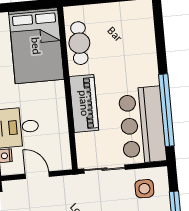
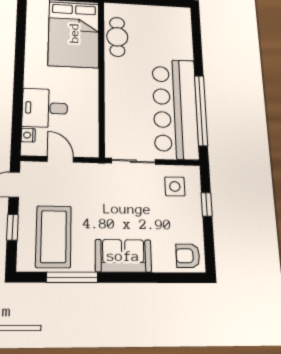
piano: (84, 103) -> (117, 93), removed
bar counter: (142, 125) -> (175, 108), width x1.36

